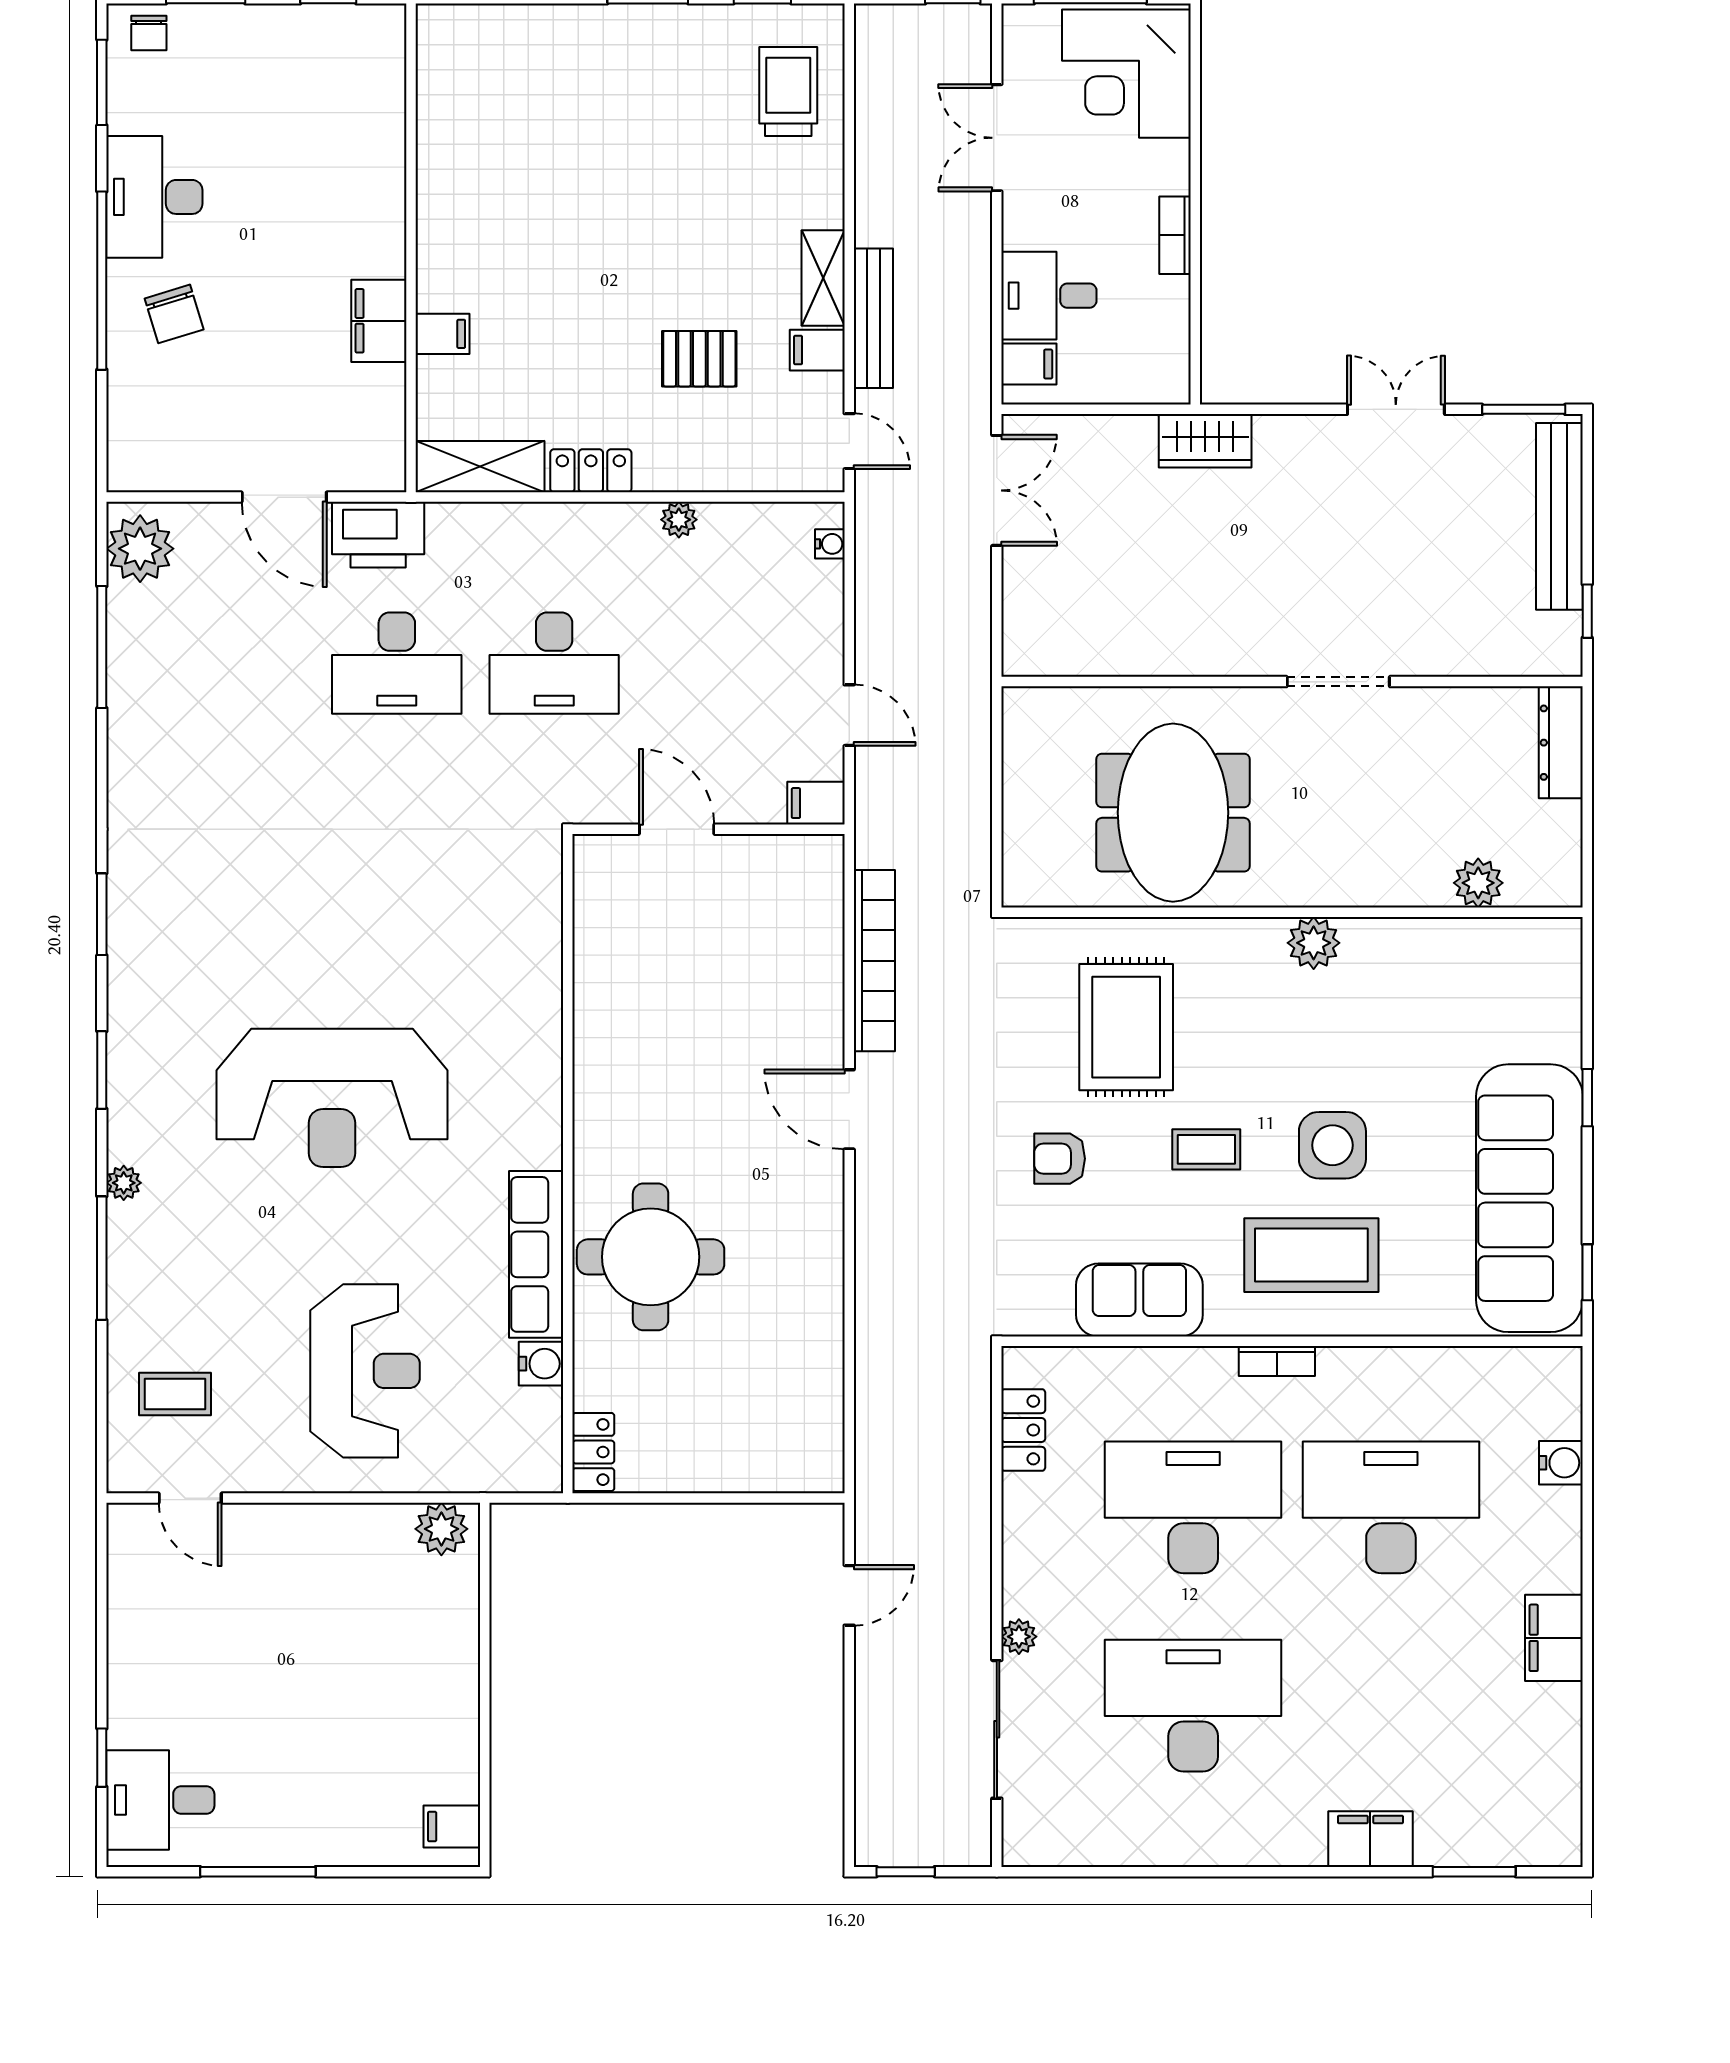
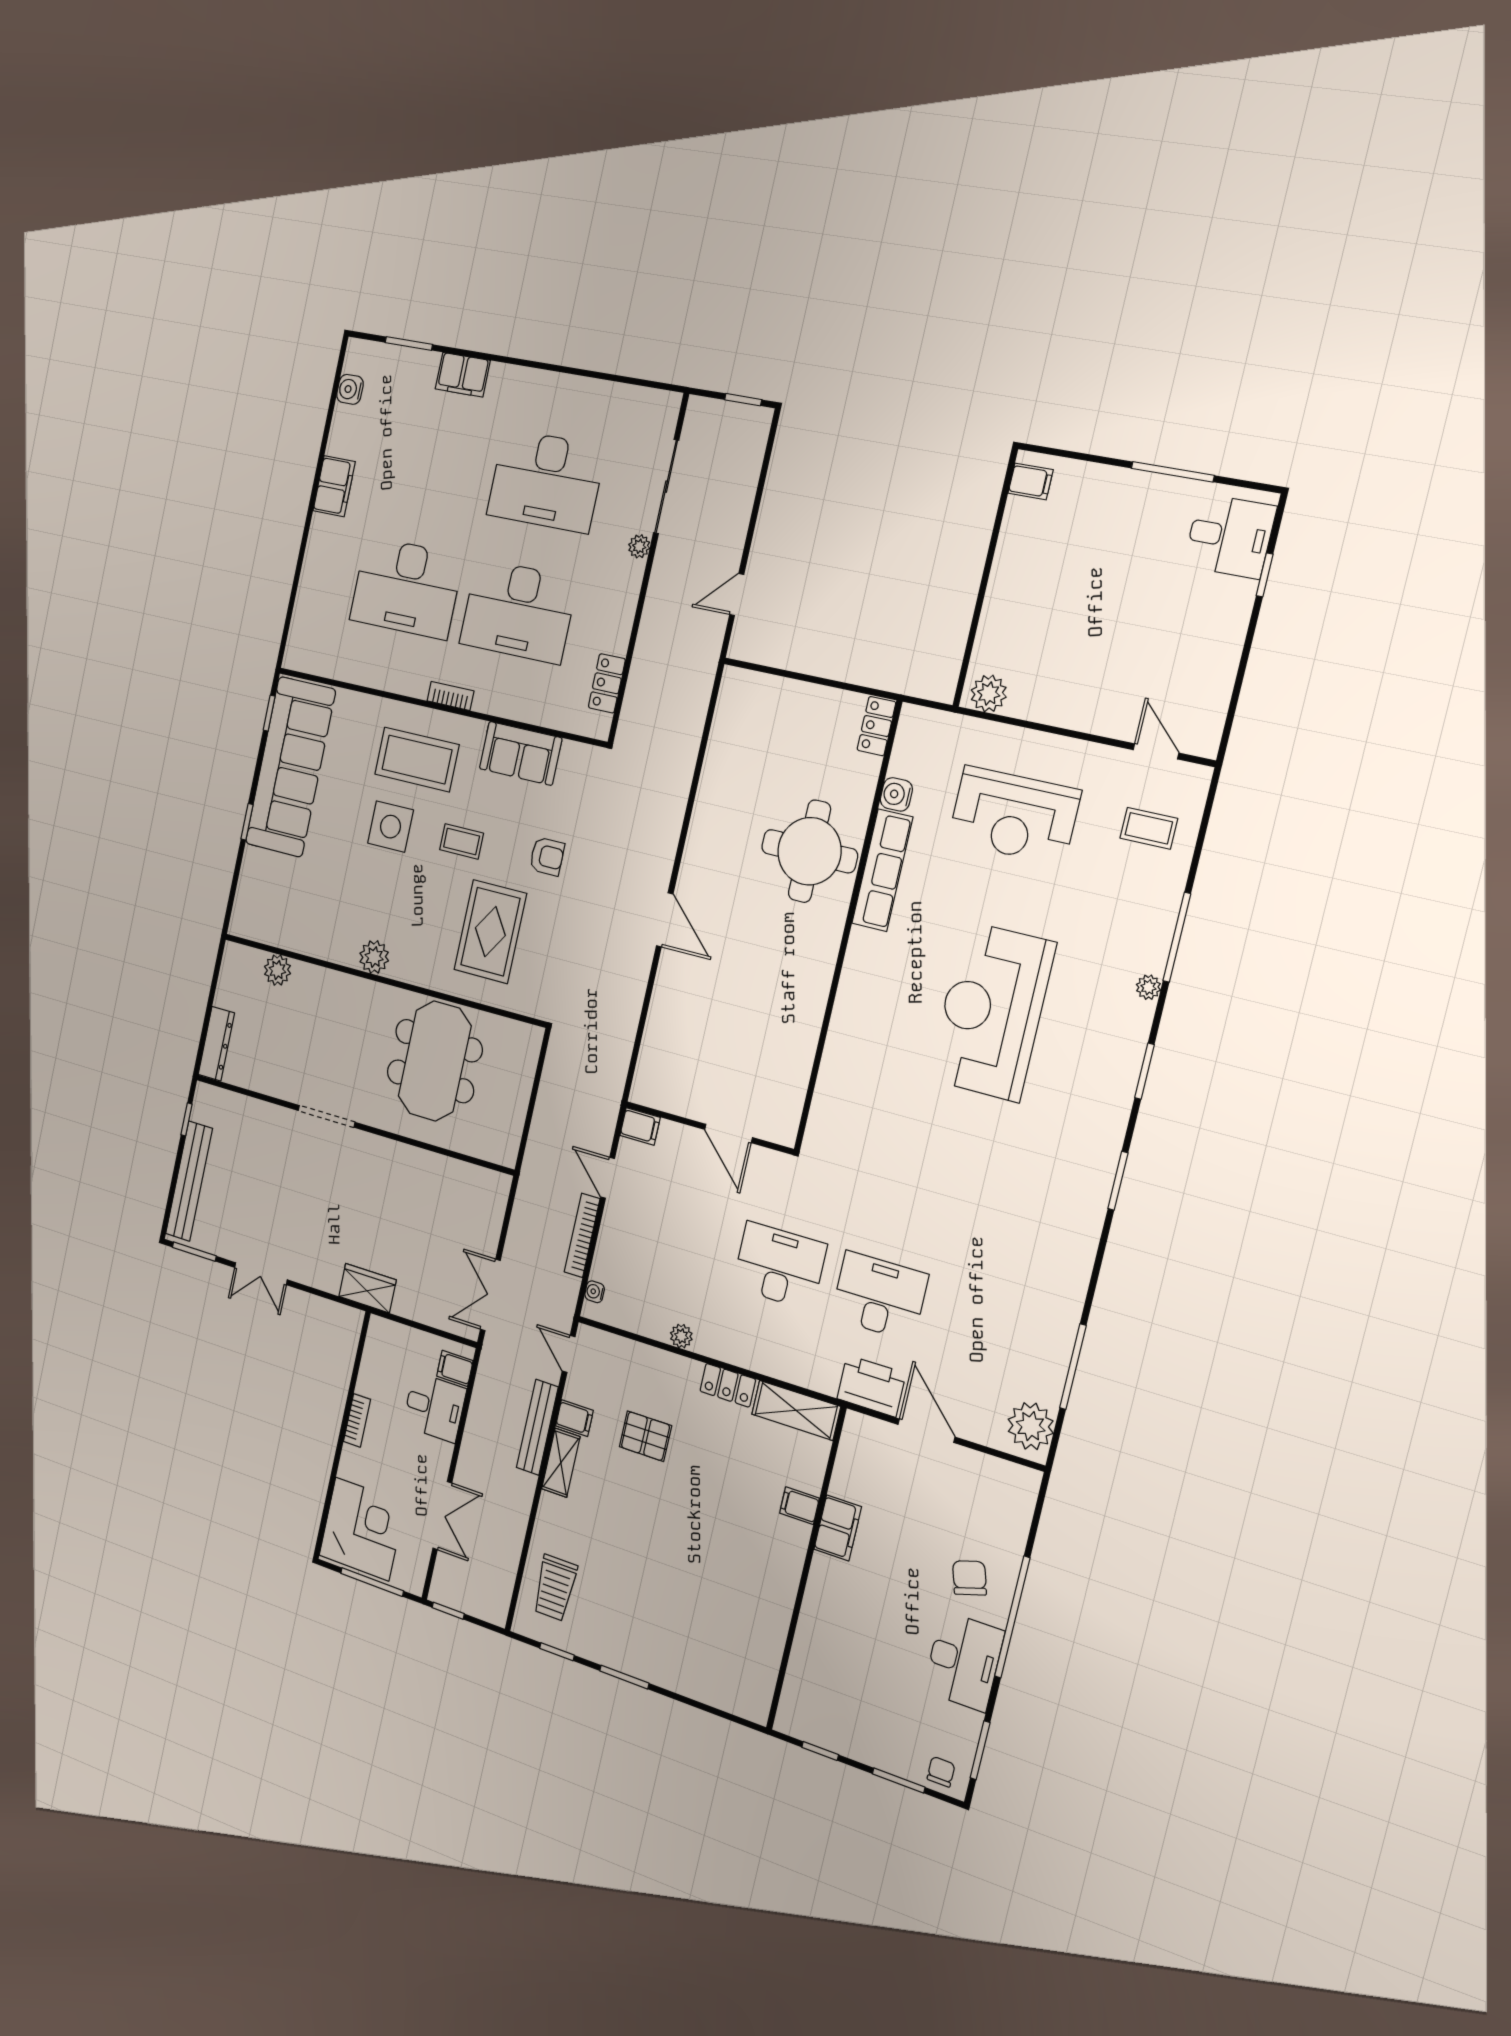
bookcase: (874, 961) -> (582, 1235), moved, width x0.68, depth x0.76
reception desk: (332, 1098) -> (992, 1011), turned -90
reception desk: (365, 1371) -> (1014, 816), turned -90
water cooler: (1561, 1463) -> (350, 389), moved

